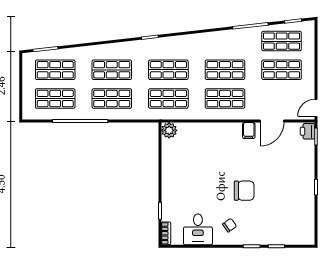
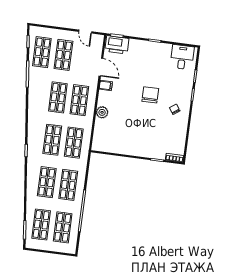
door: (316, 108) -> (85, 32), moved
plant: (169, 130) -> (102, 112), moved
printer: (307, 131) -> (117, 45), width x1.87, depth x1.48
desk: (198, 229) -> (182, 57), moved, turned -90

